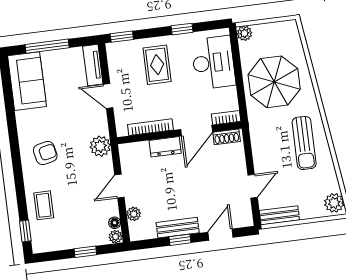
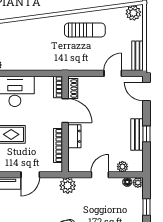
parasol: (274, 82) -> (35, 47), removed
door: (119, 186) -> (100, 175), swing flipped
door: (253, 186) -> (113, 73), hinge flipped
door: (221, 235) -> (147, 92), moved

